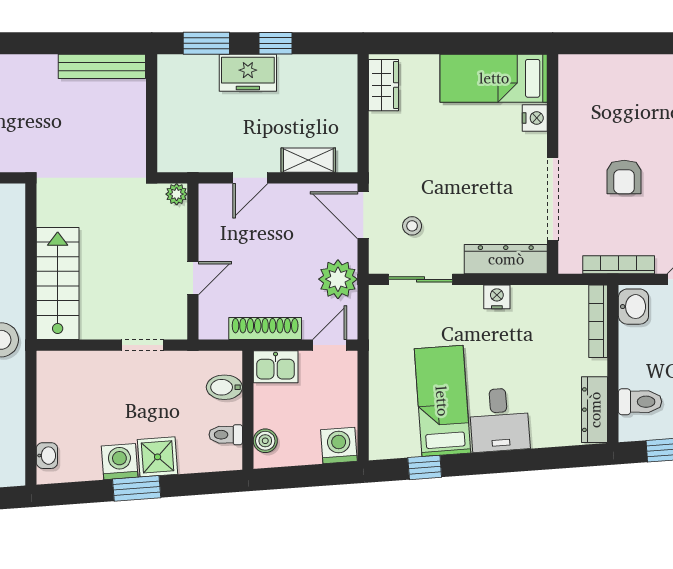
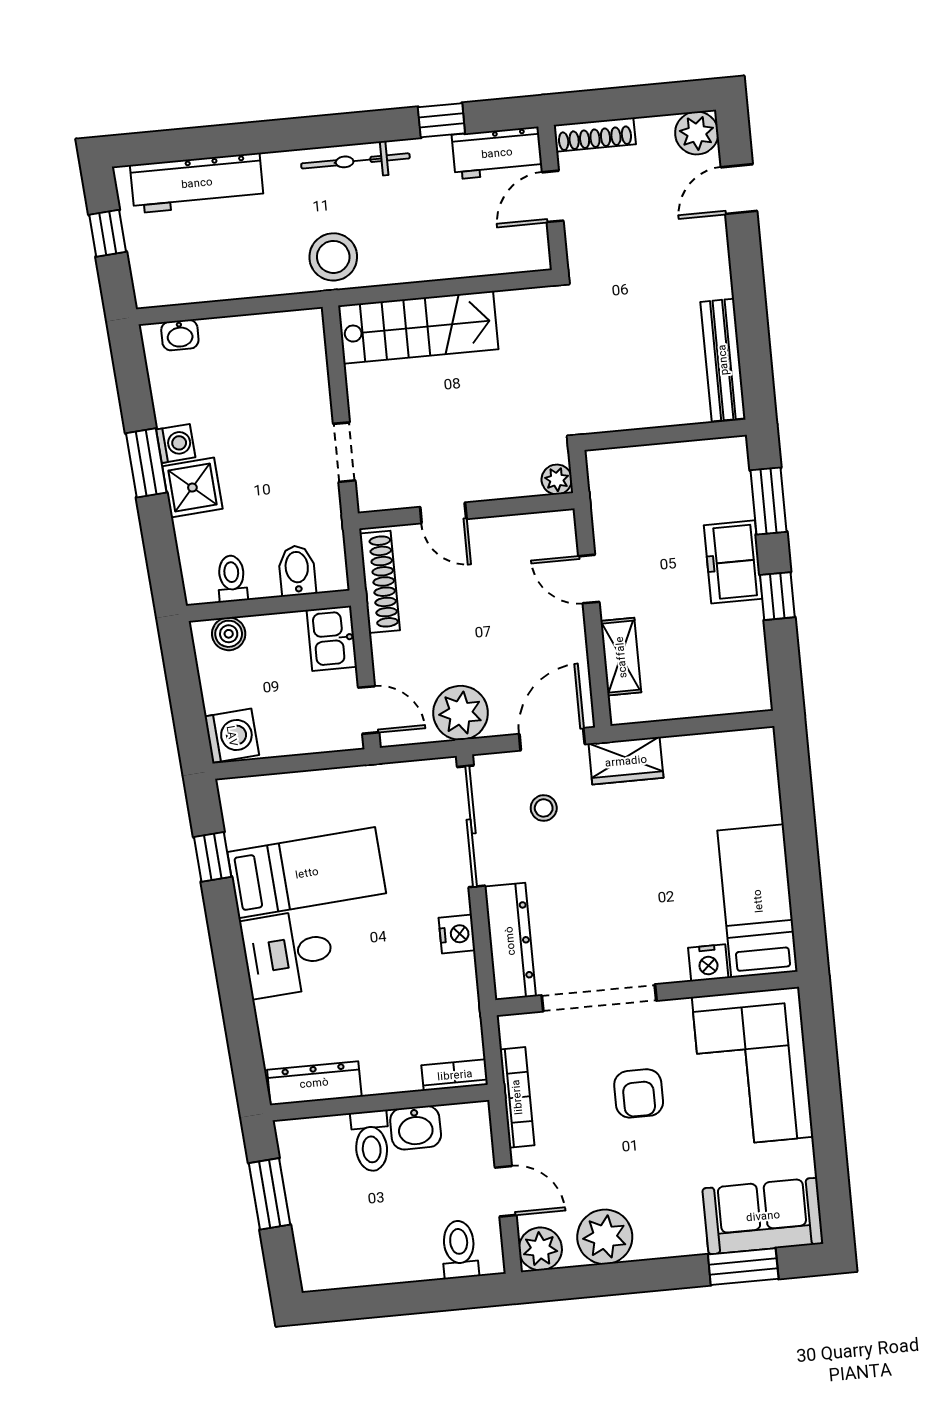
wardrobe: (384, 85) -> (626, 761), moved
corner sofa: (613, 93) -> (753, 1067), added
armchair: (624, 177) -> (639, 1093), turned -90
sliding door: (420, 279) -> (471, 826), width x1.37
washbasin: (633, 307) -> (416, 1128), moved
bookcase: (598, 321) -> (455, 1075), width x0.64
shoe rack: (265, 329) -> (380, 582), moved
toilet: (640, 402) -> (371, 1141), moved
washing machine: (120, 462) -> (176, 443), width x0.73, depth x0.73

